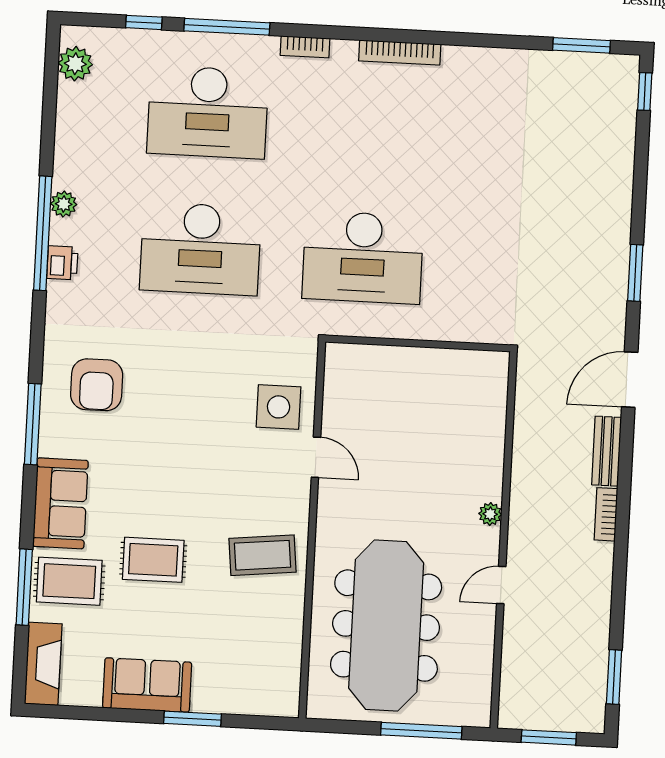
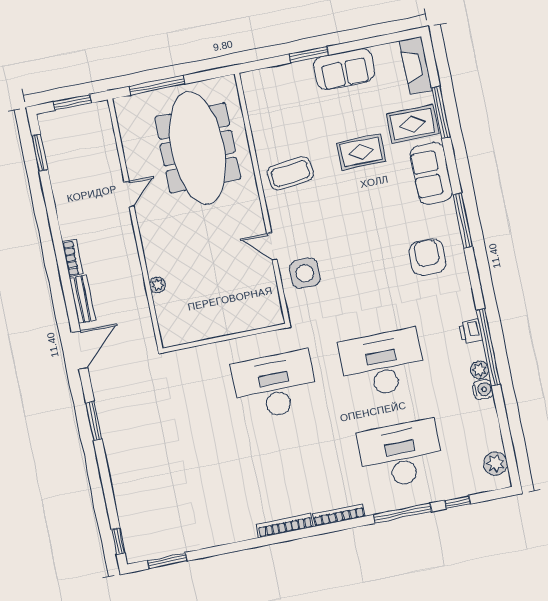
bookcase: (305, 47) -> (339, 515), width x1.56
water cooler: (66, 174) -> (483, 390), added
plant: (490, 514) -> (158, 285), moved

